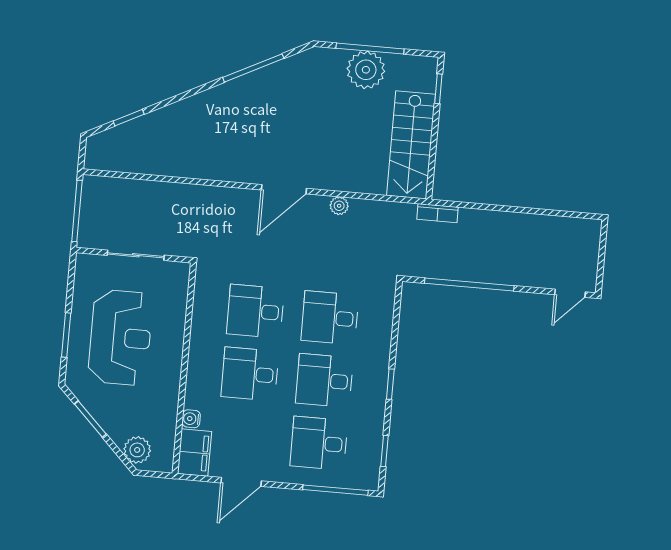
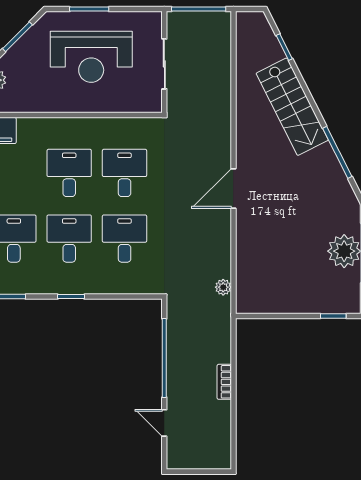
stairs: (411, 145) -> (292, 107), moved, turned -117
door: (284, 189) -> (233, 189), hinge flipped
plant: (339, 206) -> (223, 287), moved
bookcase: (438, 213) -> (224, 382), moved
door: (570, 293) -> (164, 423), moved
water cooler: (191, 419) -> (26, 125), removed

